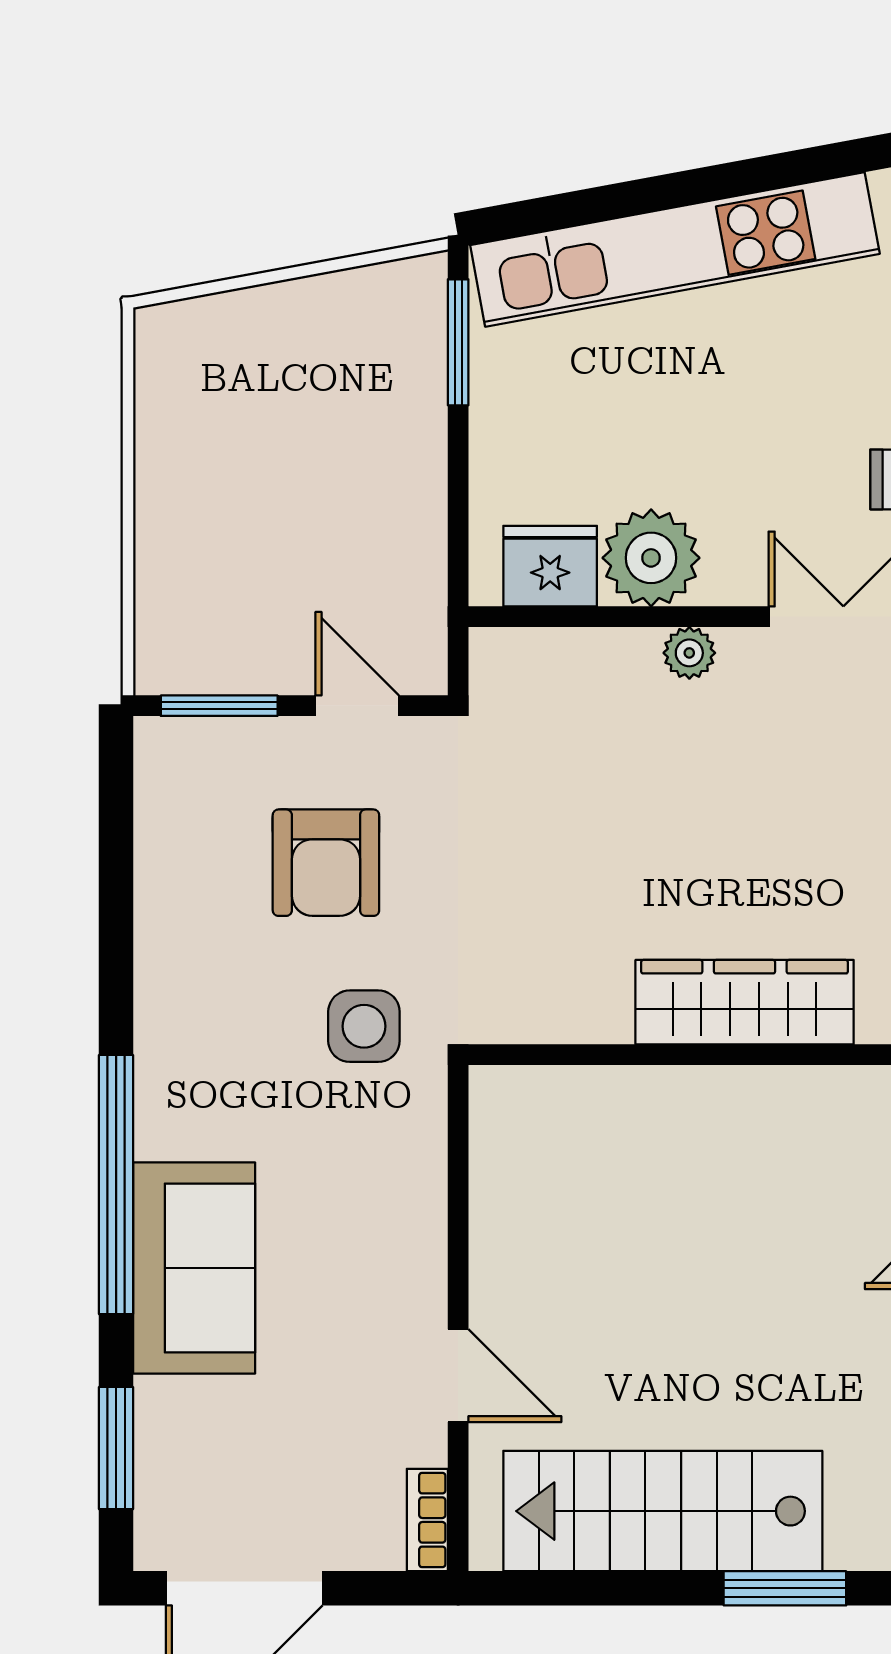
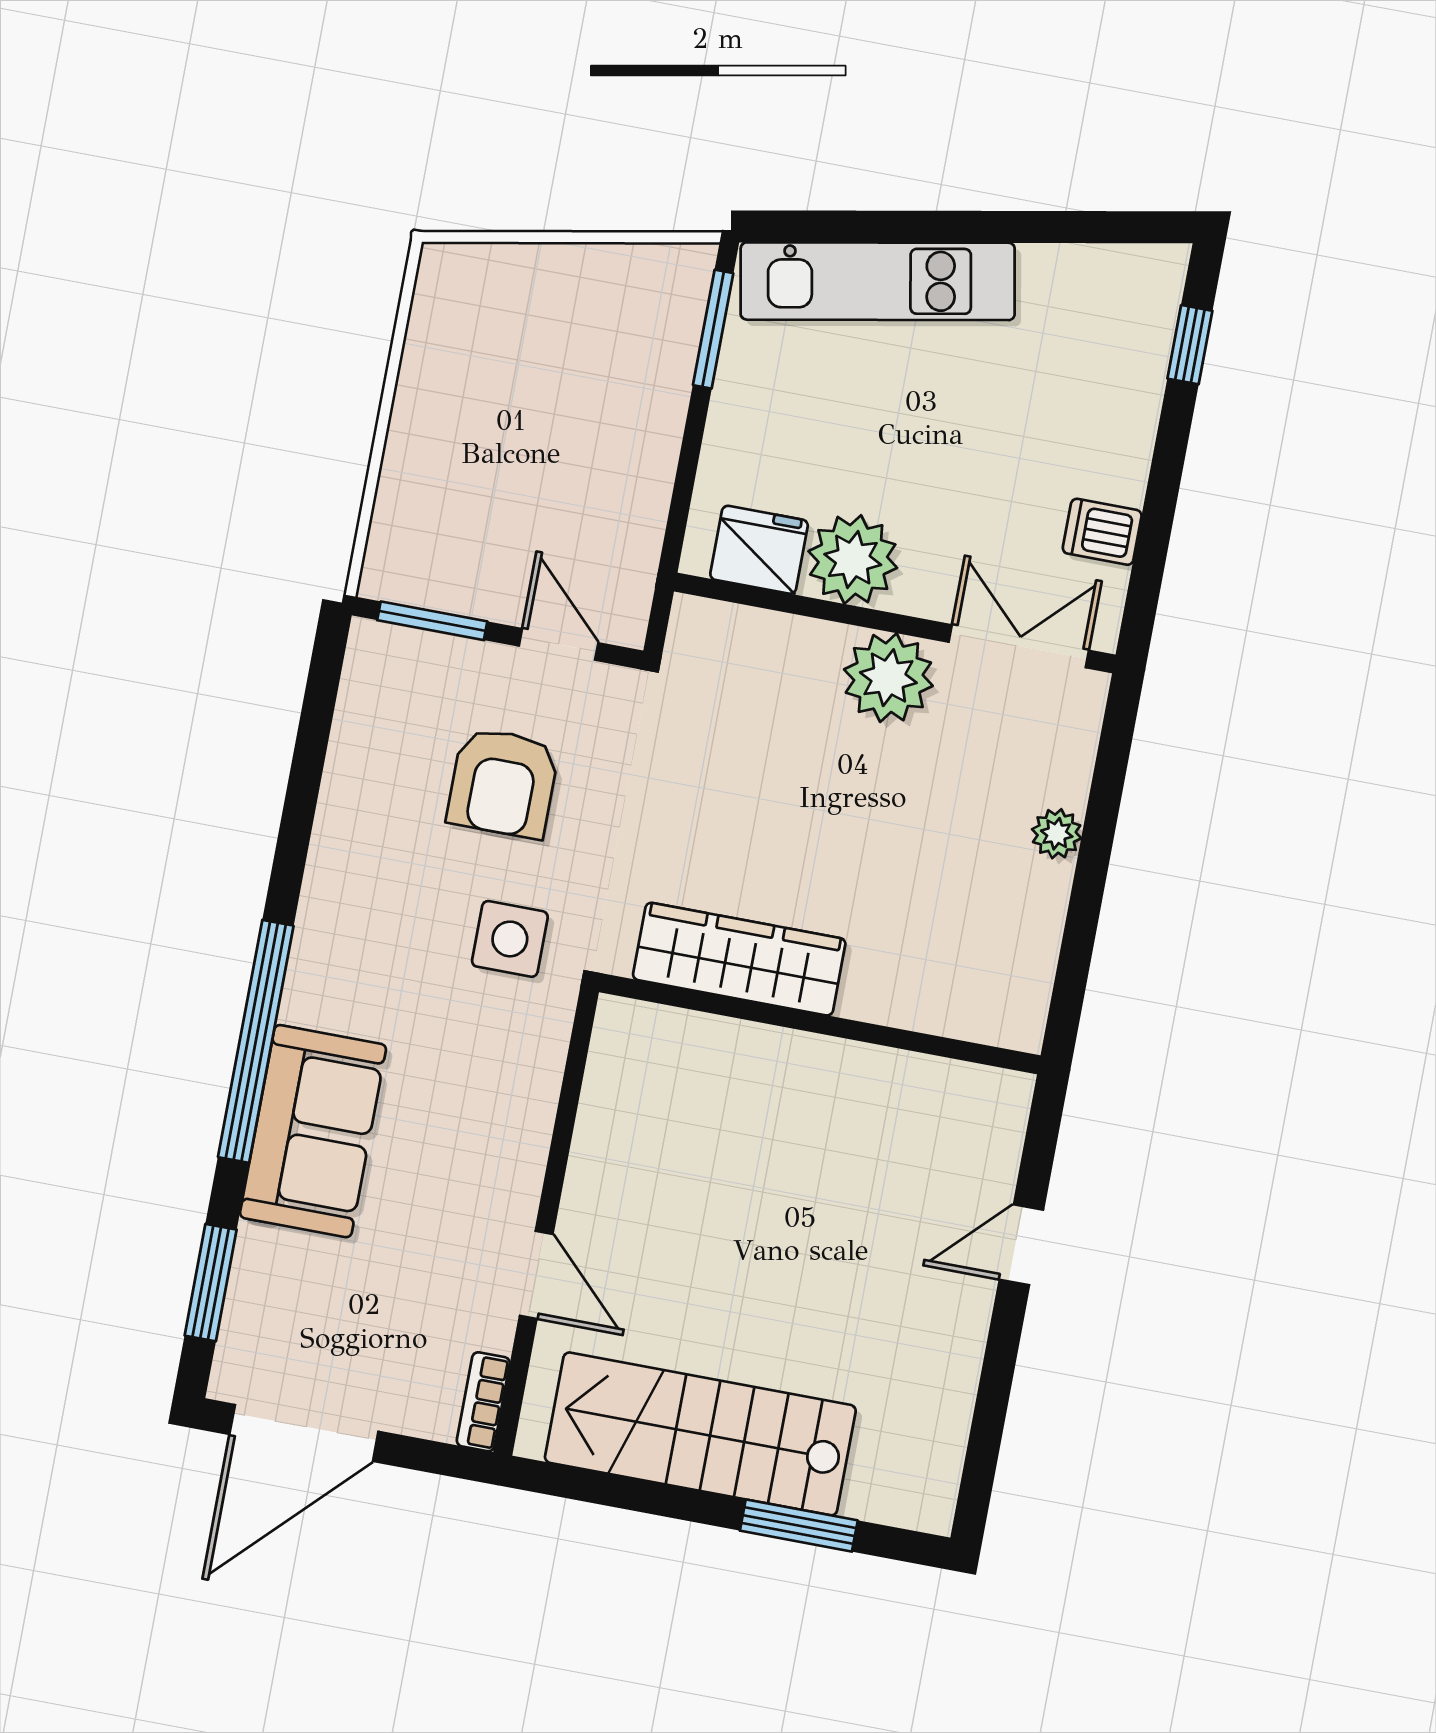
kitchen unit: (675, 249) -> (878, 281), width x0.73
plant: (689, 653) -> (888, 678), width x1.88, depth x1.88
wardrobe: (745, 1002) -> (739, 959), moved

